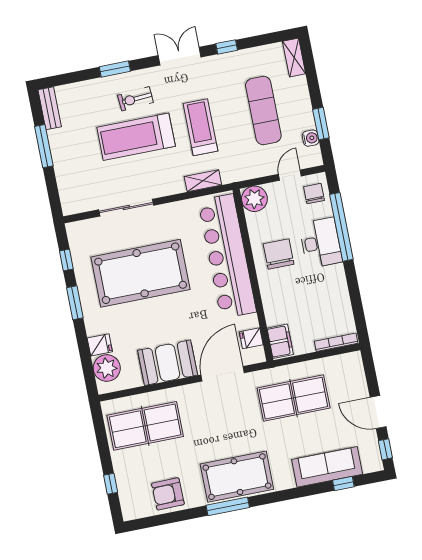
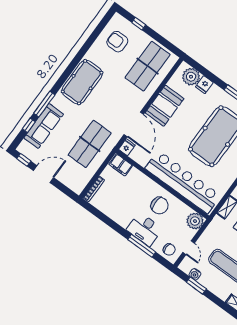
window: (341, 227) -> (142, 246), width x0.68
fridge: (251, 338) -> (127, 147), moved
armchair: (168, 494) -> (117, 42), moved, turned -89
window: (228, 506) -> (44, 104), moved

